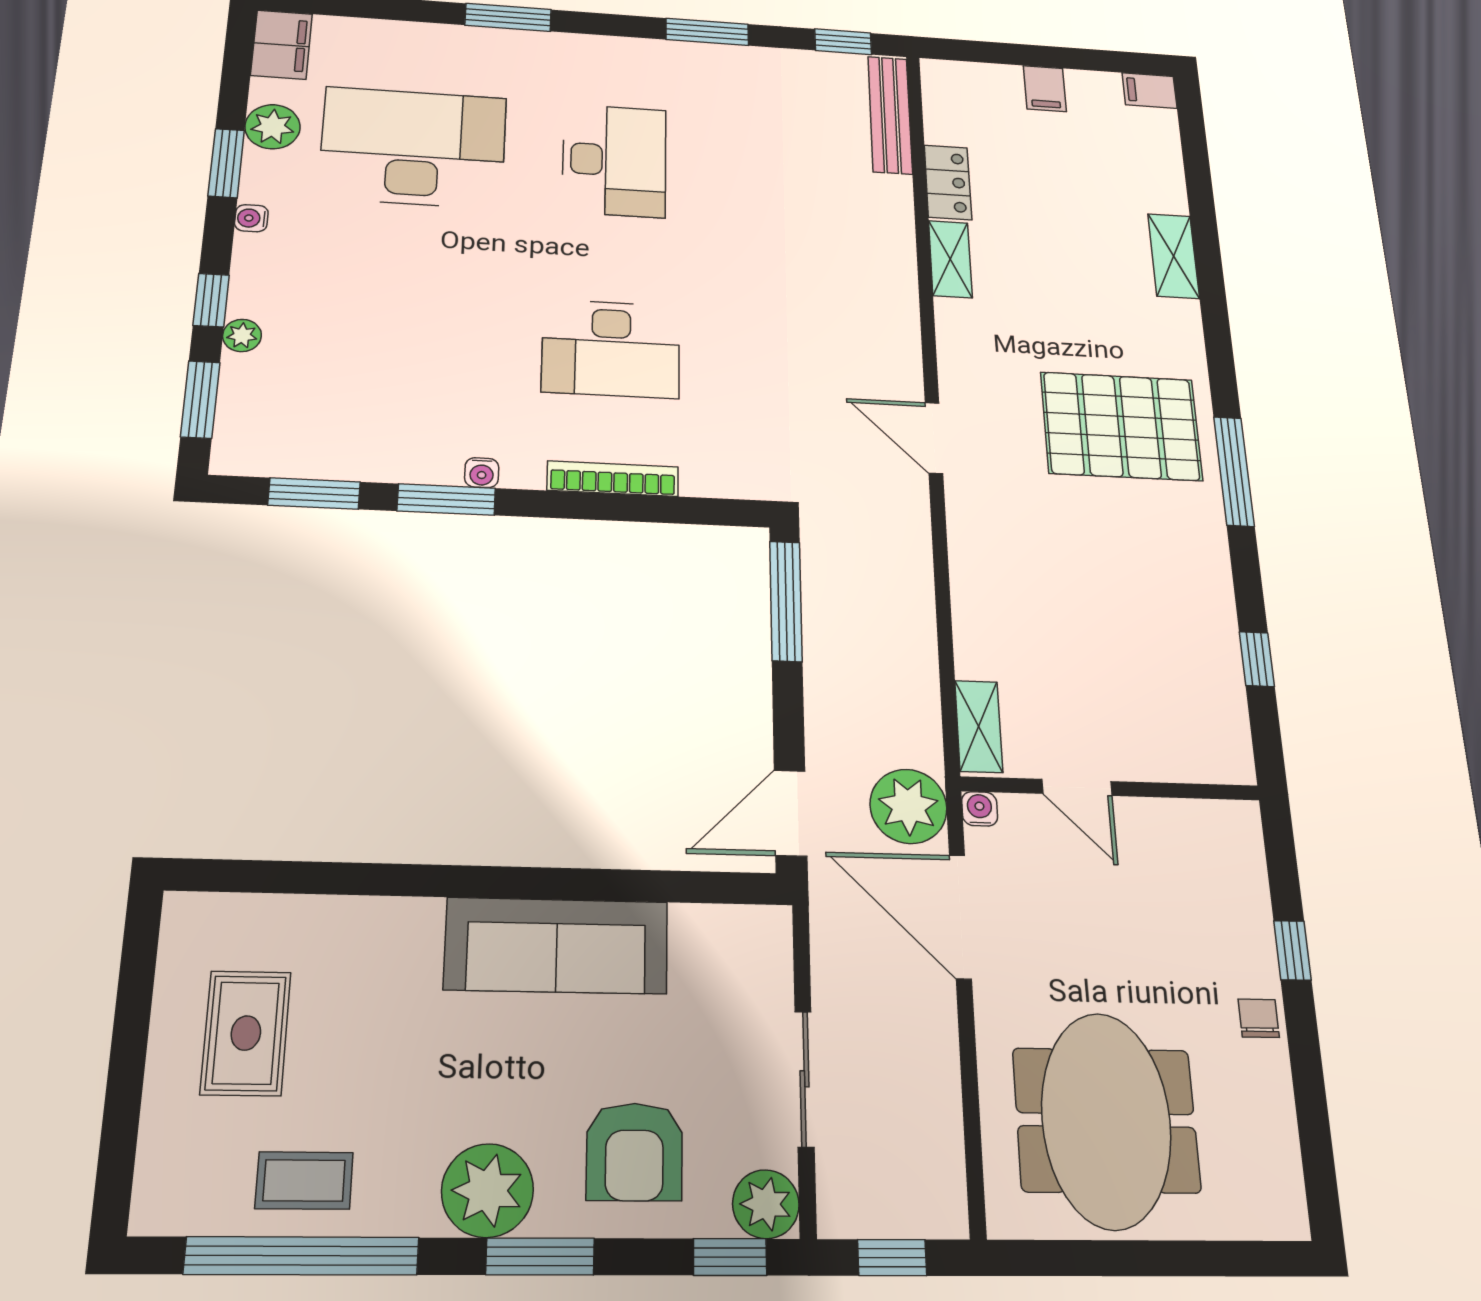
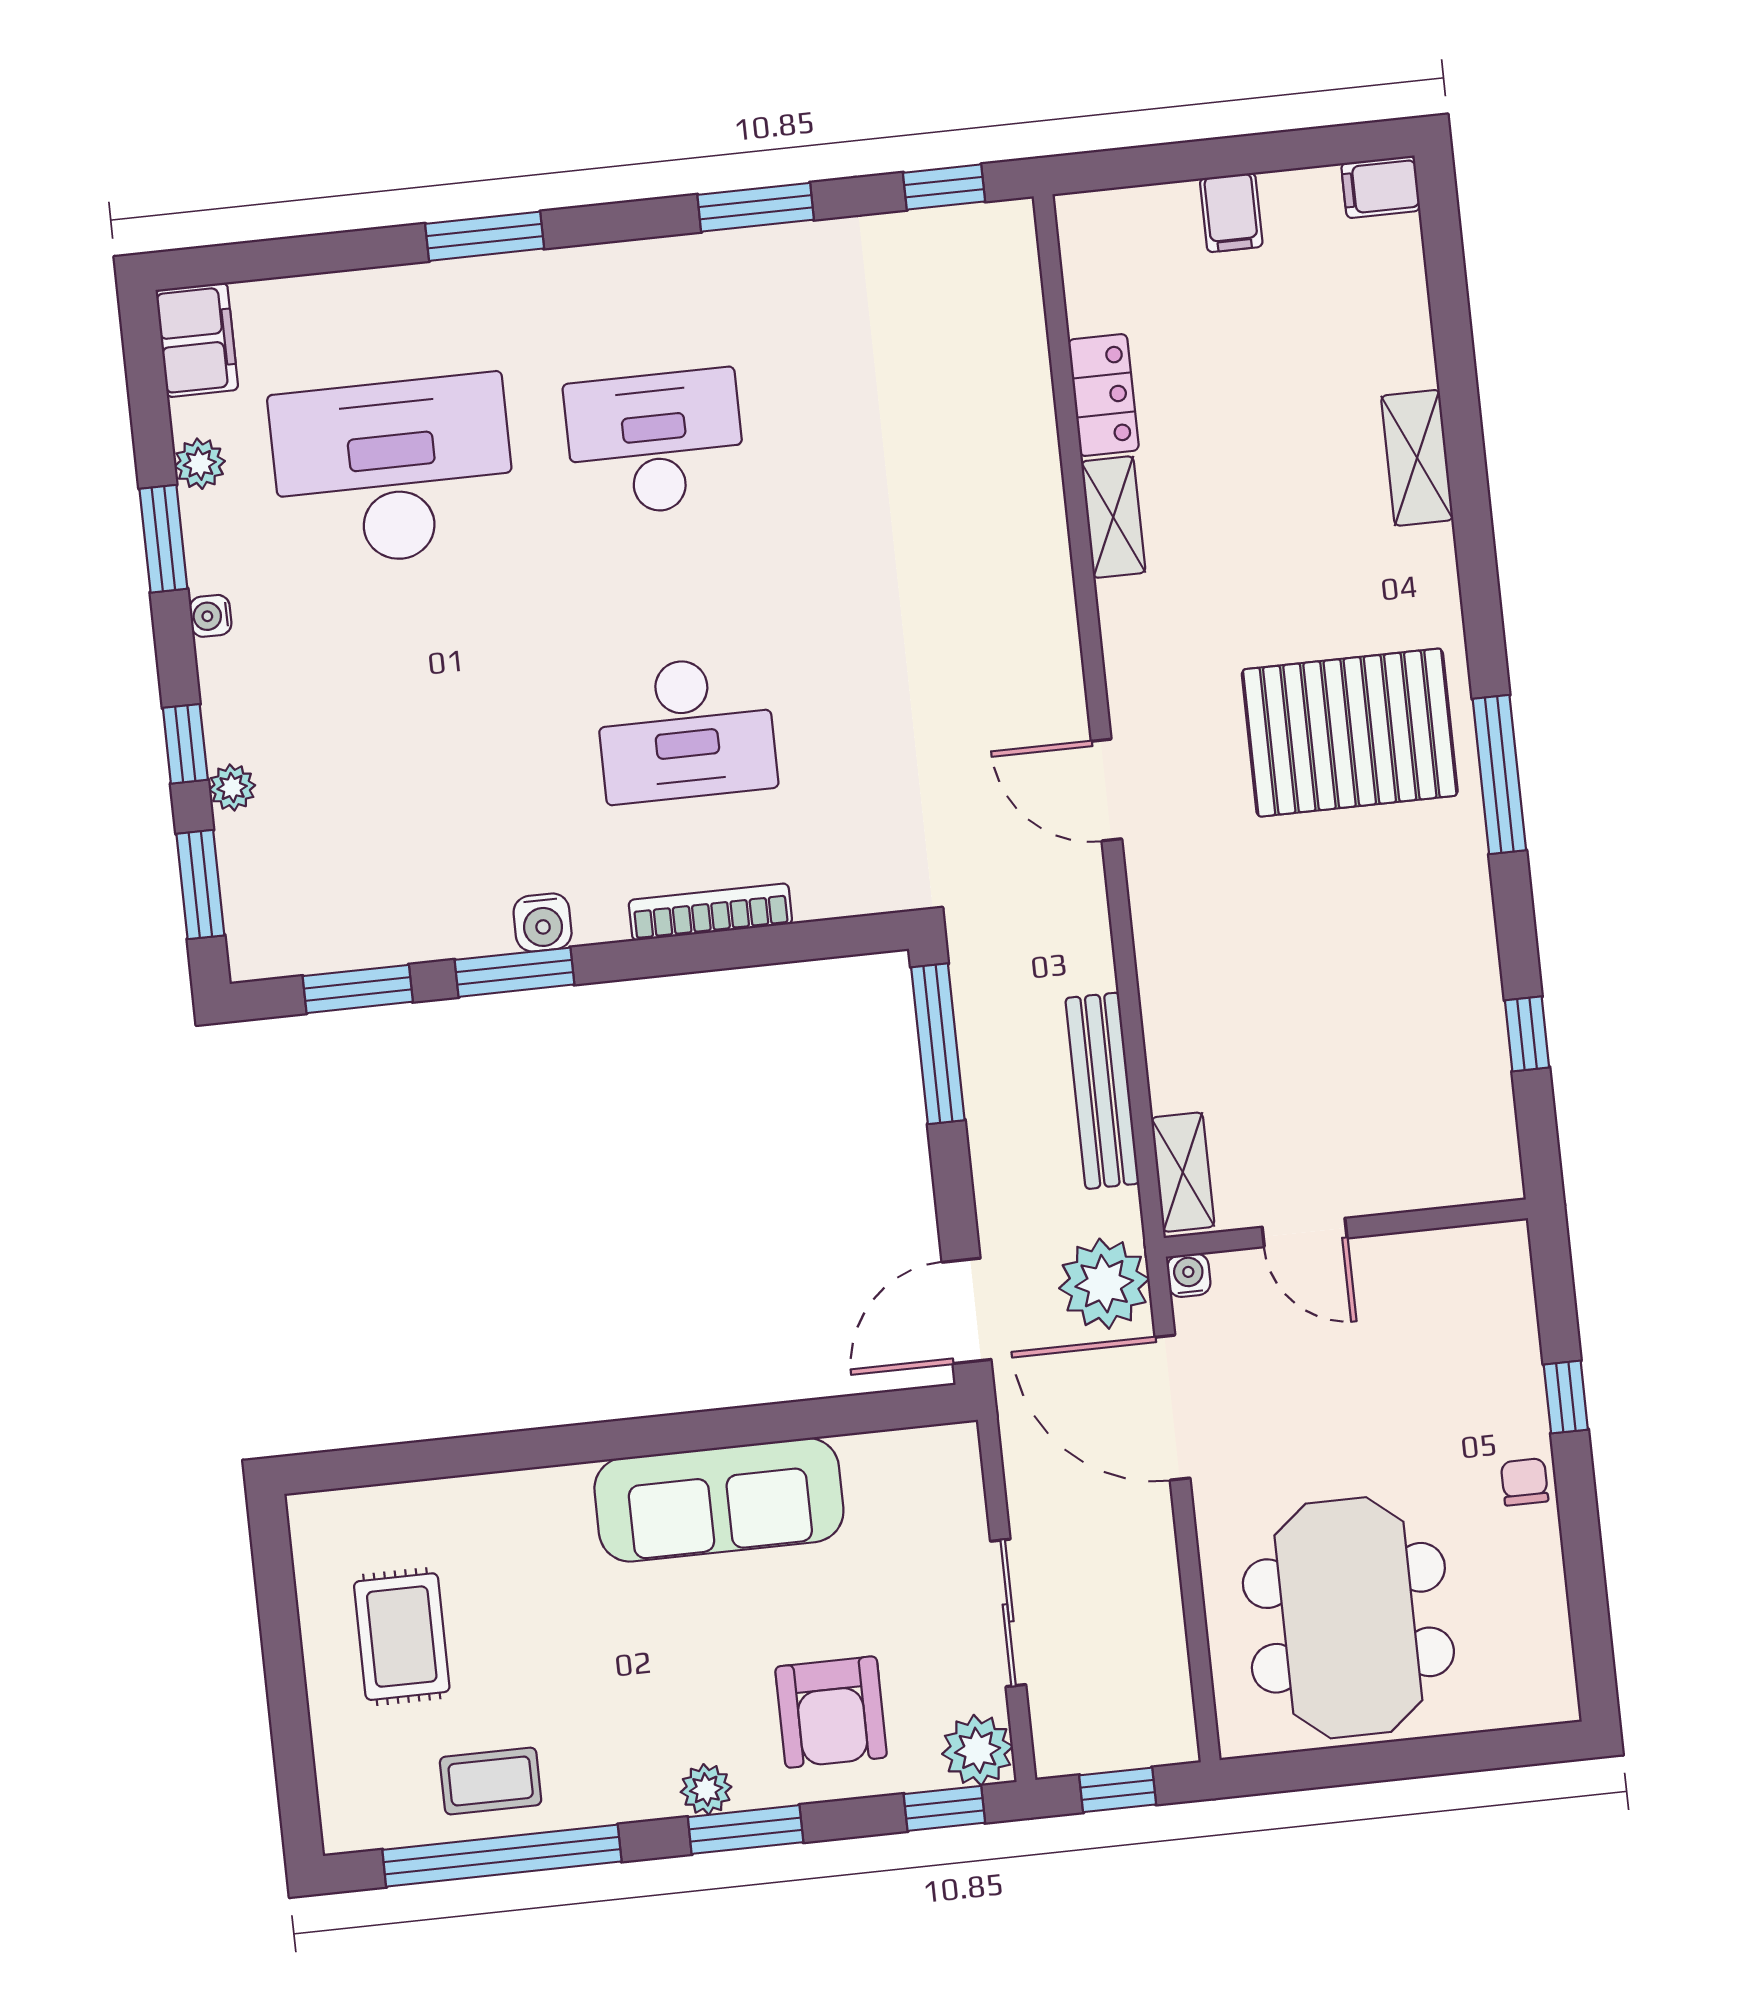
bench: (890, 115) -> (1102, 1091), moved
plant: (273, 127) -> (200, 464), width x0.73, depth x0.73
desk: (614, 160) -> (655, 443), turned -90
water cooler: (482, 473) -> (543, 922), width x1.38, depth x1.38
plant: (487, 1190) -> (706, 1789), width x0.53, depth x0.53

